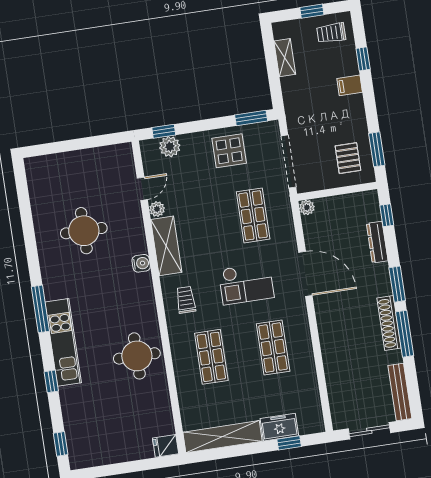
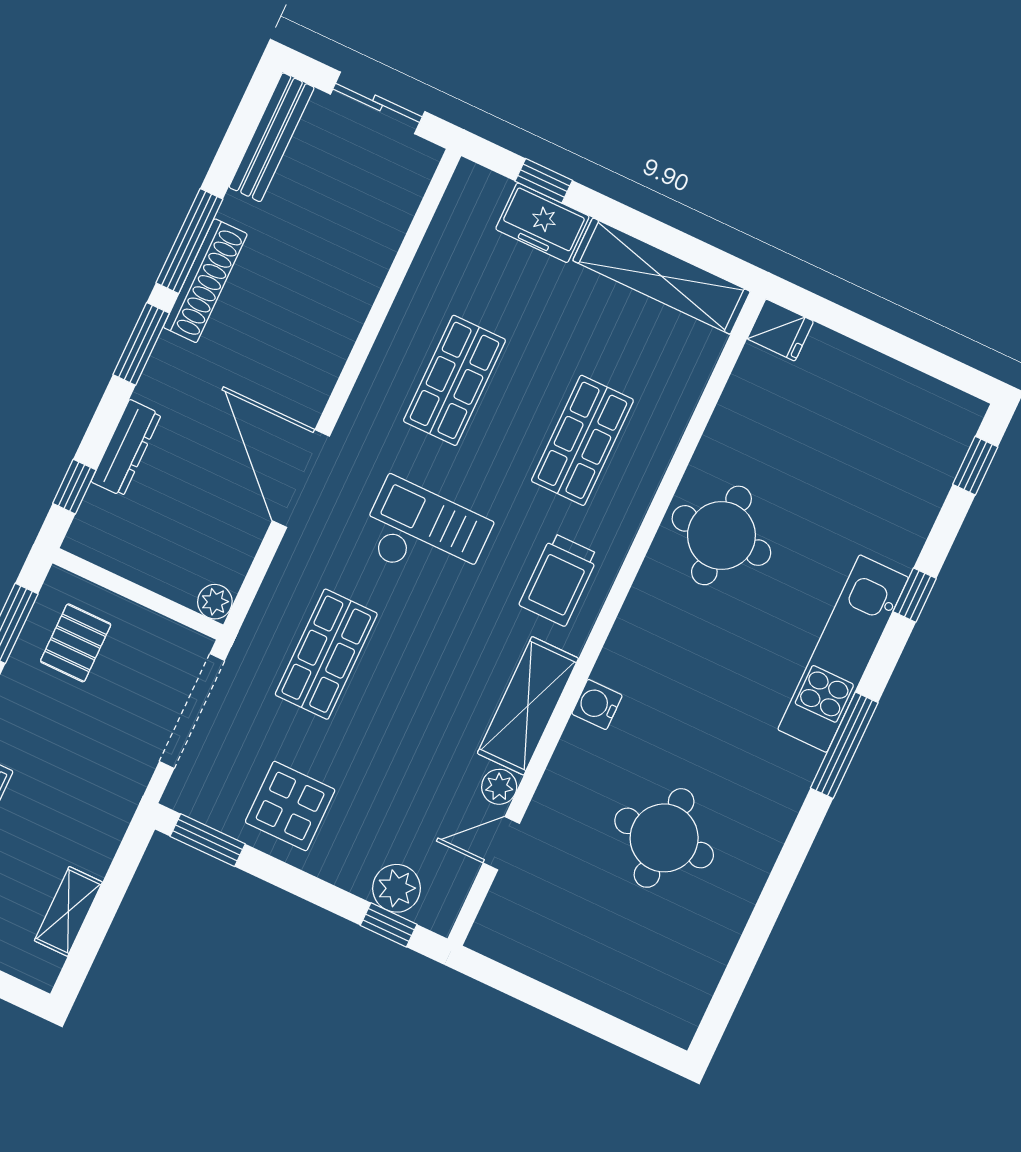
trolley: (186, 300) -> (559, 580), width x1.36, depth x1.39

